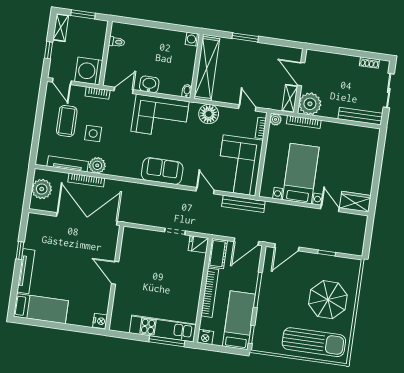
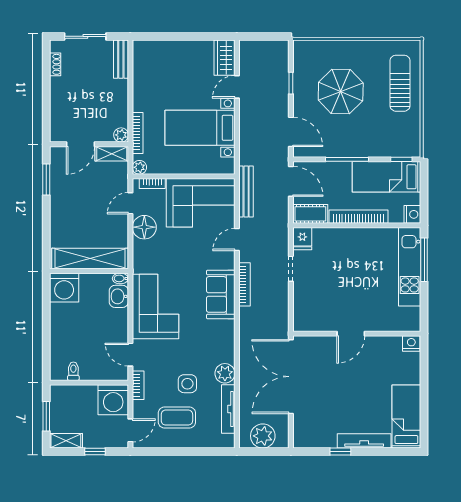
window: (245, 37) -> (46, 179), moved
washing machine: (192, 39) -> (64, 288), width x1.89, depth x1.89
washbasin: (149, 84) -> (119, 296), moved
plant: (310, 104) -> (121, 135), width x0.53, depth x0.53
floor lamp: (209, 114) -> (144, 227), moved
bench: (360, 116) -> (121, 59), width x0.73
bookcase: (86, 180) -> (244, 284), moved
parasol: (328, 300) -> (341, 92), moved
sun lounger: (314, 342) -> (400, 83), width x0.73, depth x0.75

